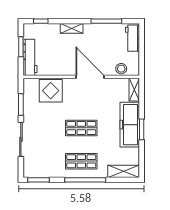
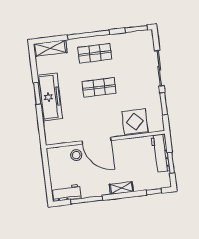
workbench: (133, 38) -> (67, 193), moved, turned -90
stool: (121, 69) -> (76, 155), moved
shelving: (134, 90) -> (50, 133), removed

